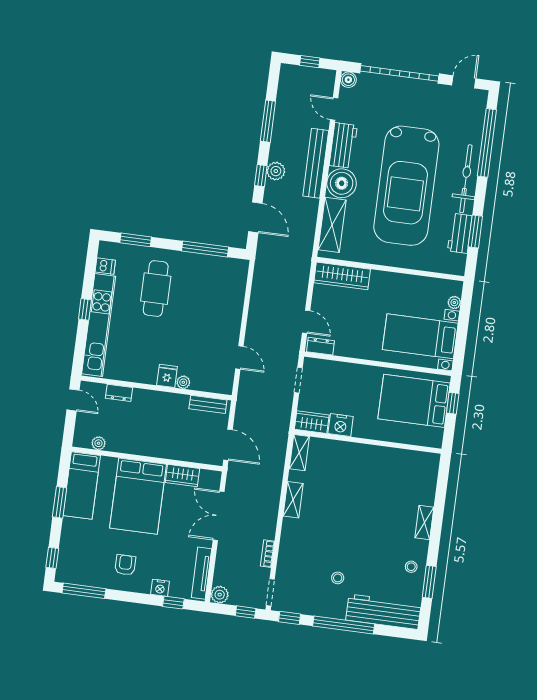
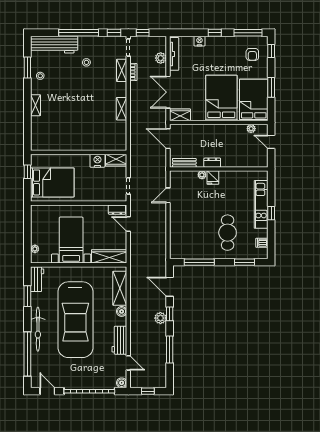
door: (464, 82) -> (47, 391), swing flipped
bench: (316, 163) -> (135, 326), removed
boiler: (342, 183) -> (122, 311), width x0.54, depth x0.54
car: (406, 186) -> (75, 320), turned 180
workbench: (460, 233) -> (37, 279), moved
kitchen unit: (99, 325) -> (261, 204), width x0.73
bed with nightstands: (420, 336) -> (71, 240), moved, turned -90
door: (239, 357) -> (168, 195), hinge flipped
dresser: (119, 393) -> (212, 163), moved
door: (73, 400) -> (271, 142), moved
window: (453, 403) -> (27, 172), moved
shelving: (299, 453) -> (122, 70), moved
wardrobe: (182, 476) -> (180, 115), moved
bed: (82, 486) -> (254, 100), width x1.50
double door: (219, 516) -> (168, 92), swing flipped
armchair: (125, 565) -> (252, 54), moved
plant: (220, 595) -> (161, 58), moved
window: (173, 603) -> (215, 33), moved

